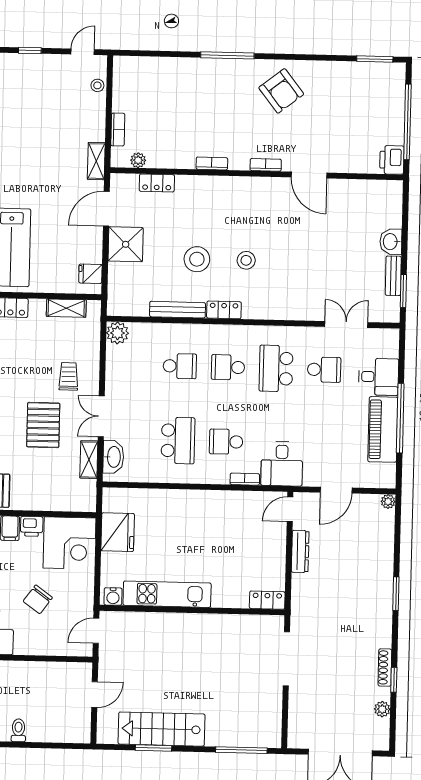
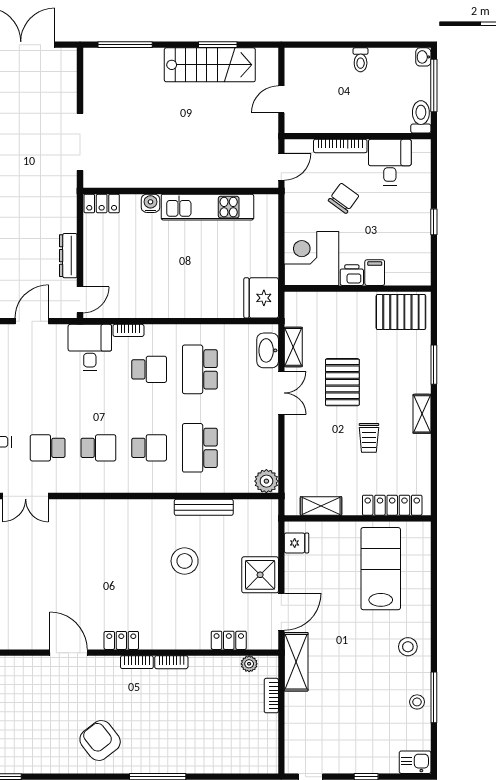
stool: (97, 85) -> (294, 742), removed
shelving: (96, 161) -> (296, 662), width x1.50, depth x1.33
bookcase: (266, 165) -> (137, 662), moved
stool: (246, 260) -> (133, 561), removed
locker: (224, 310) -> (121, 640), moved, turned 180
school desk: (180, 366) -> (200, 448), width x1.85
school desk: (276, 368) -> (98, 448), width x0.54
trolley: (69, 376) -> (369, 438), moved
fridge: (118, 532) -> (261, 298), moved
water cooler: (113, 596) -> (150, 203), moved
bookcase: (40, 649) -> (340, 146), added

